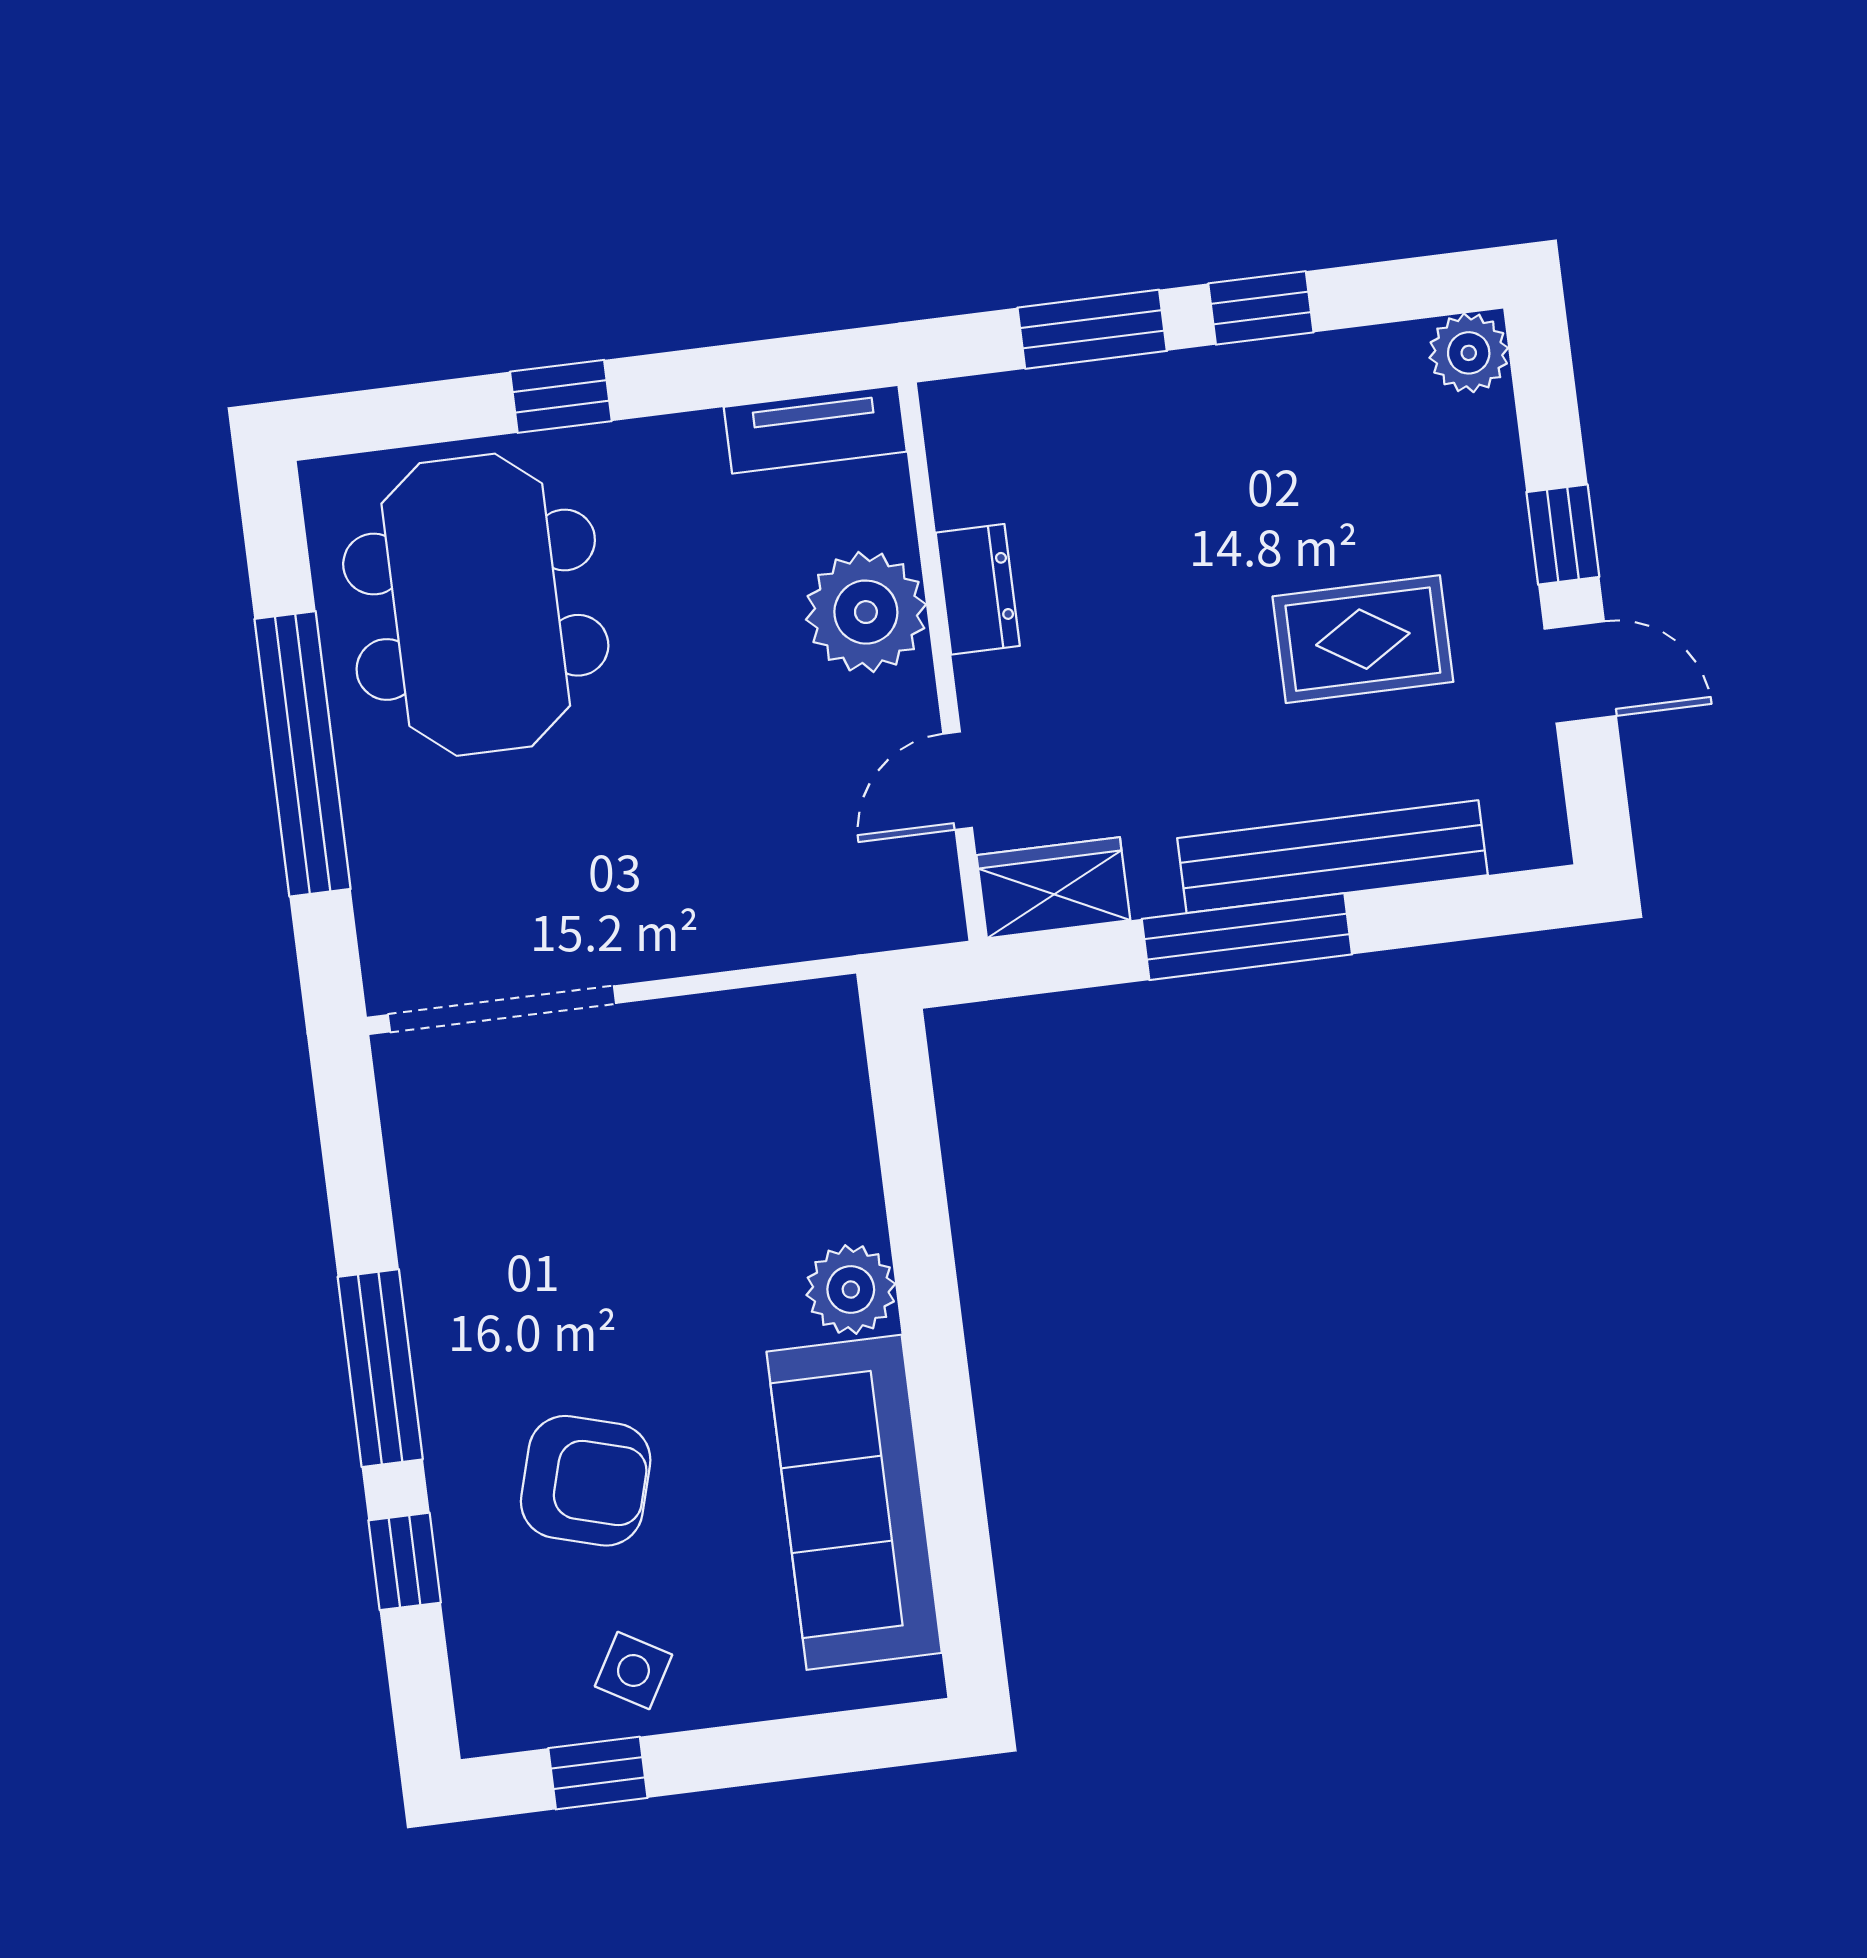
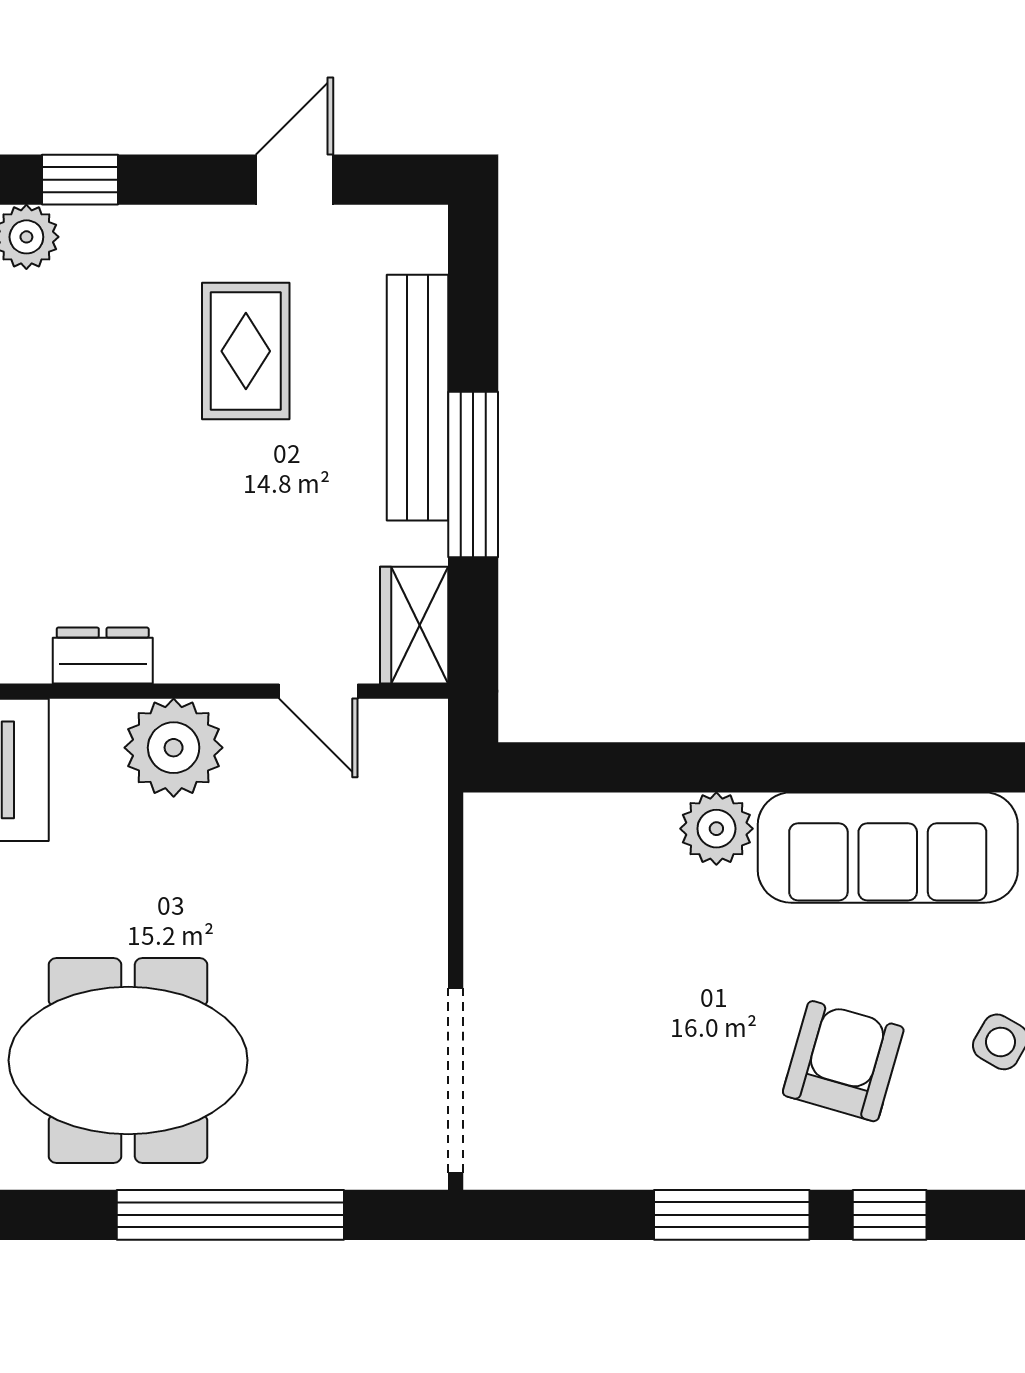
window: (1563, 534) -> (80, 180), moved
dresser: (978, 589) -> (103, 656), moved

